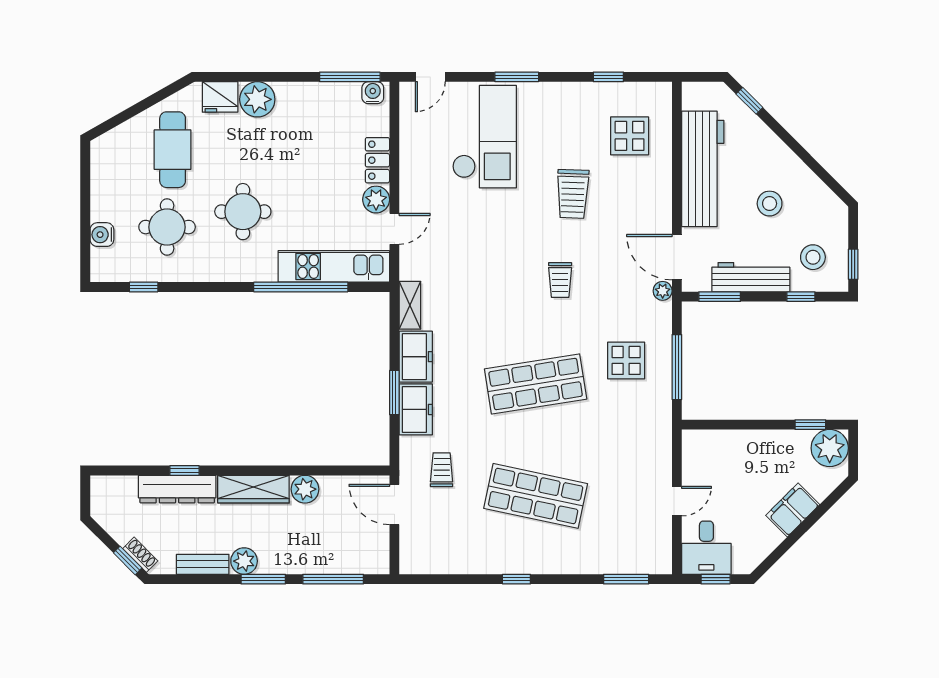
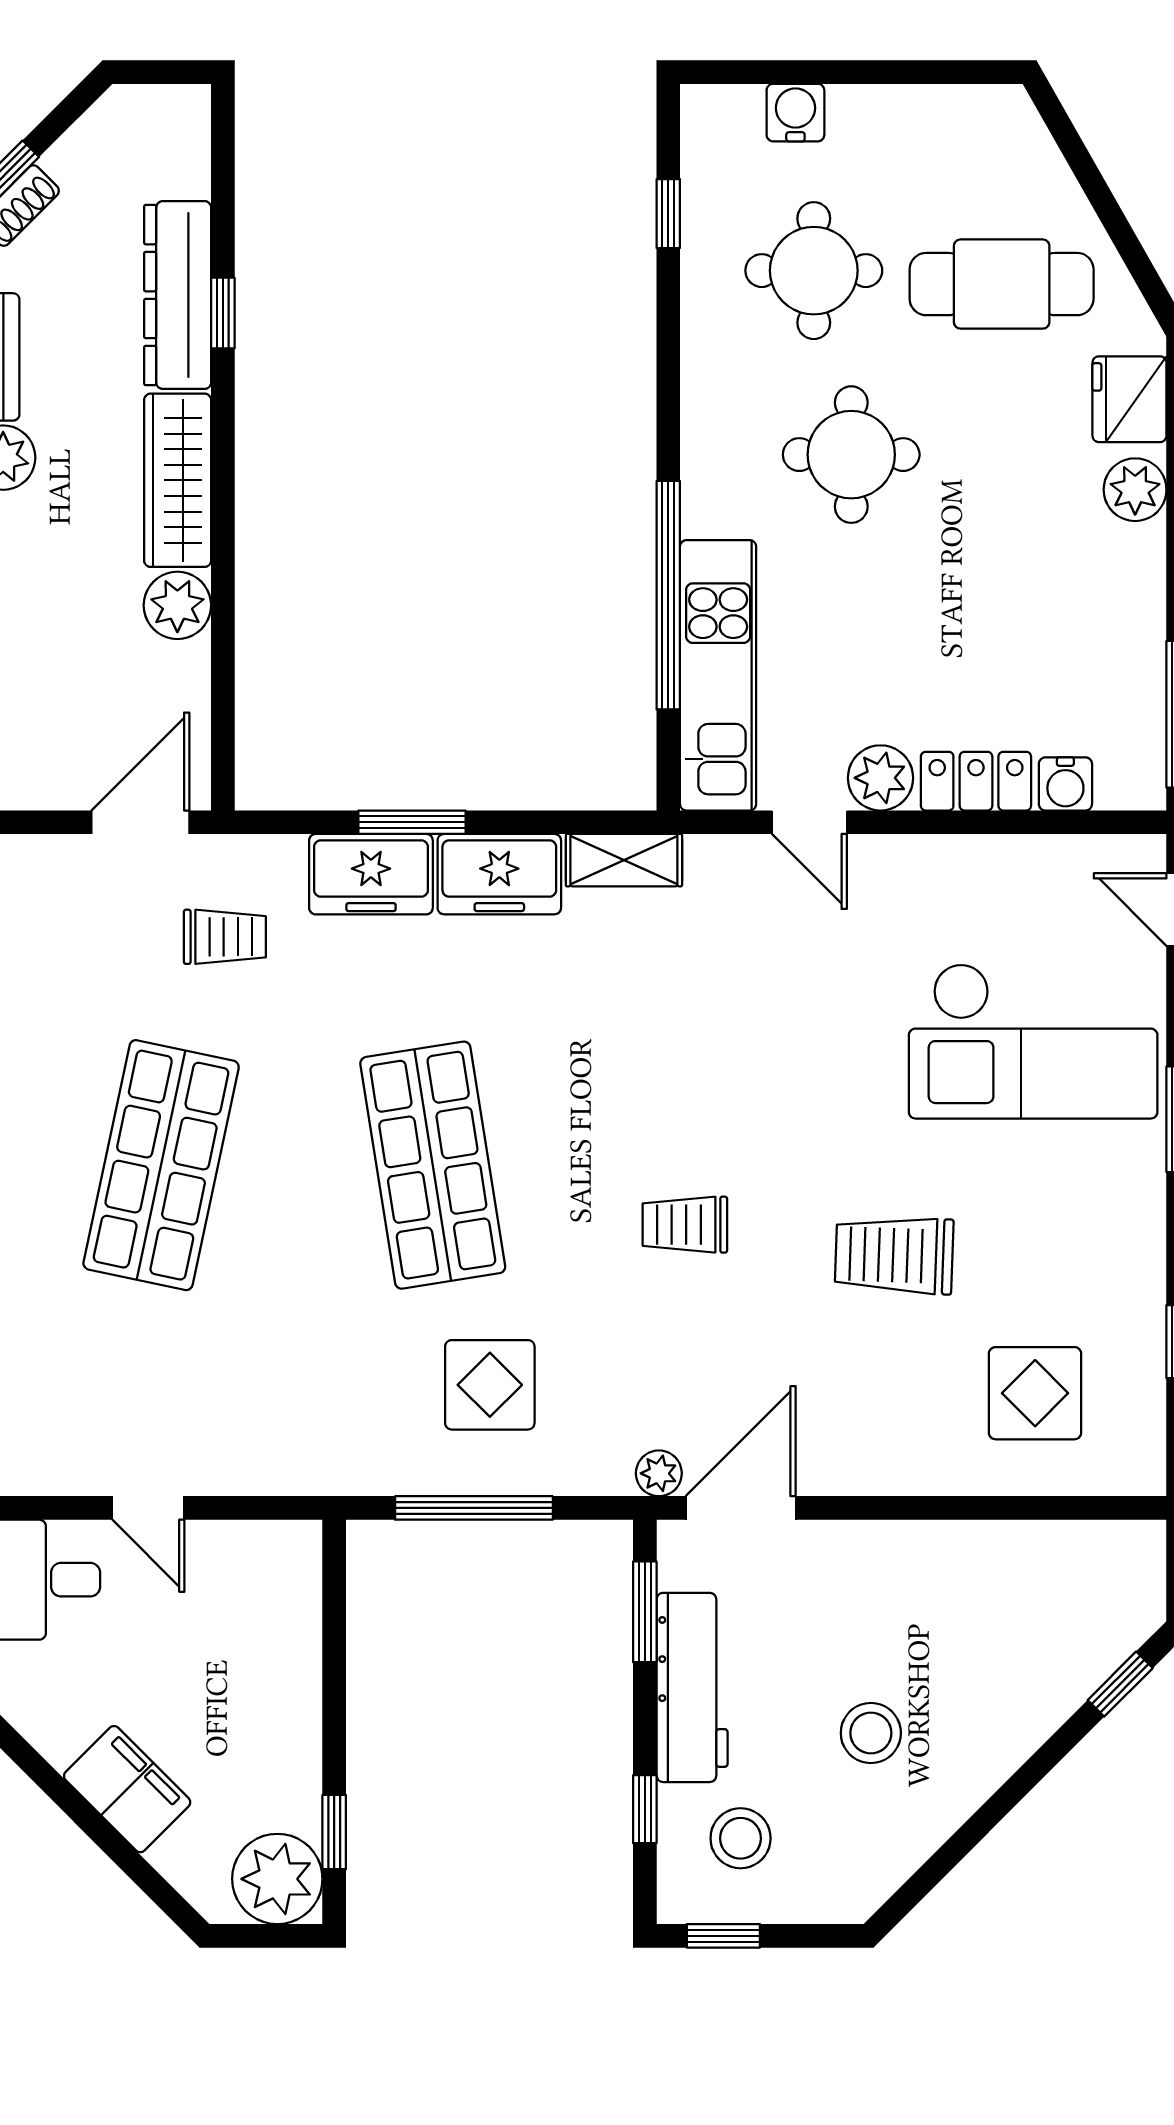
water cooler: (373, 93) -> (1065, 784), moved, turned 90
plant: (257, 99) -> (1135, 490), width x0.73, depth x0.73
workbench: (703, 169) -> (955, 1571), removed

